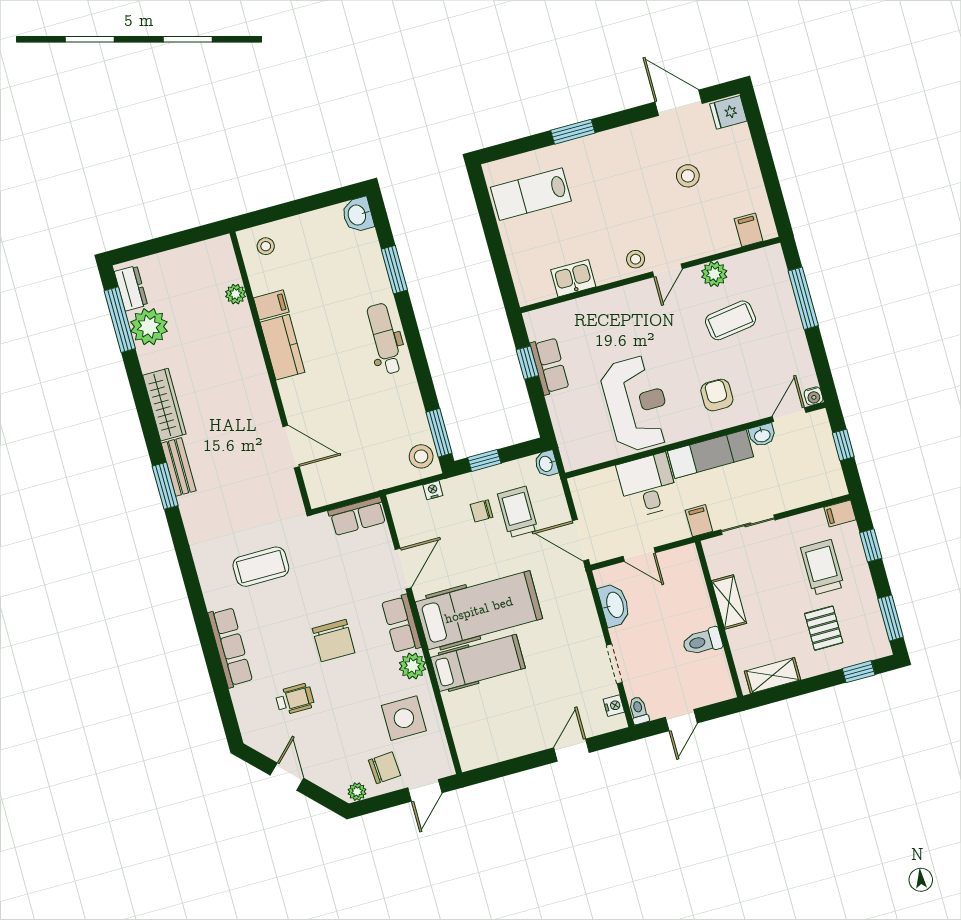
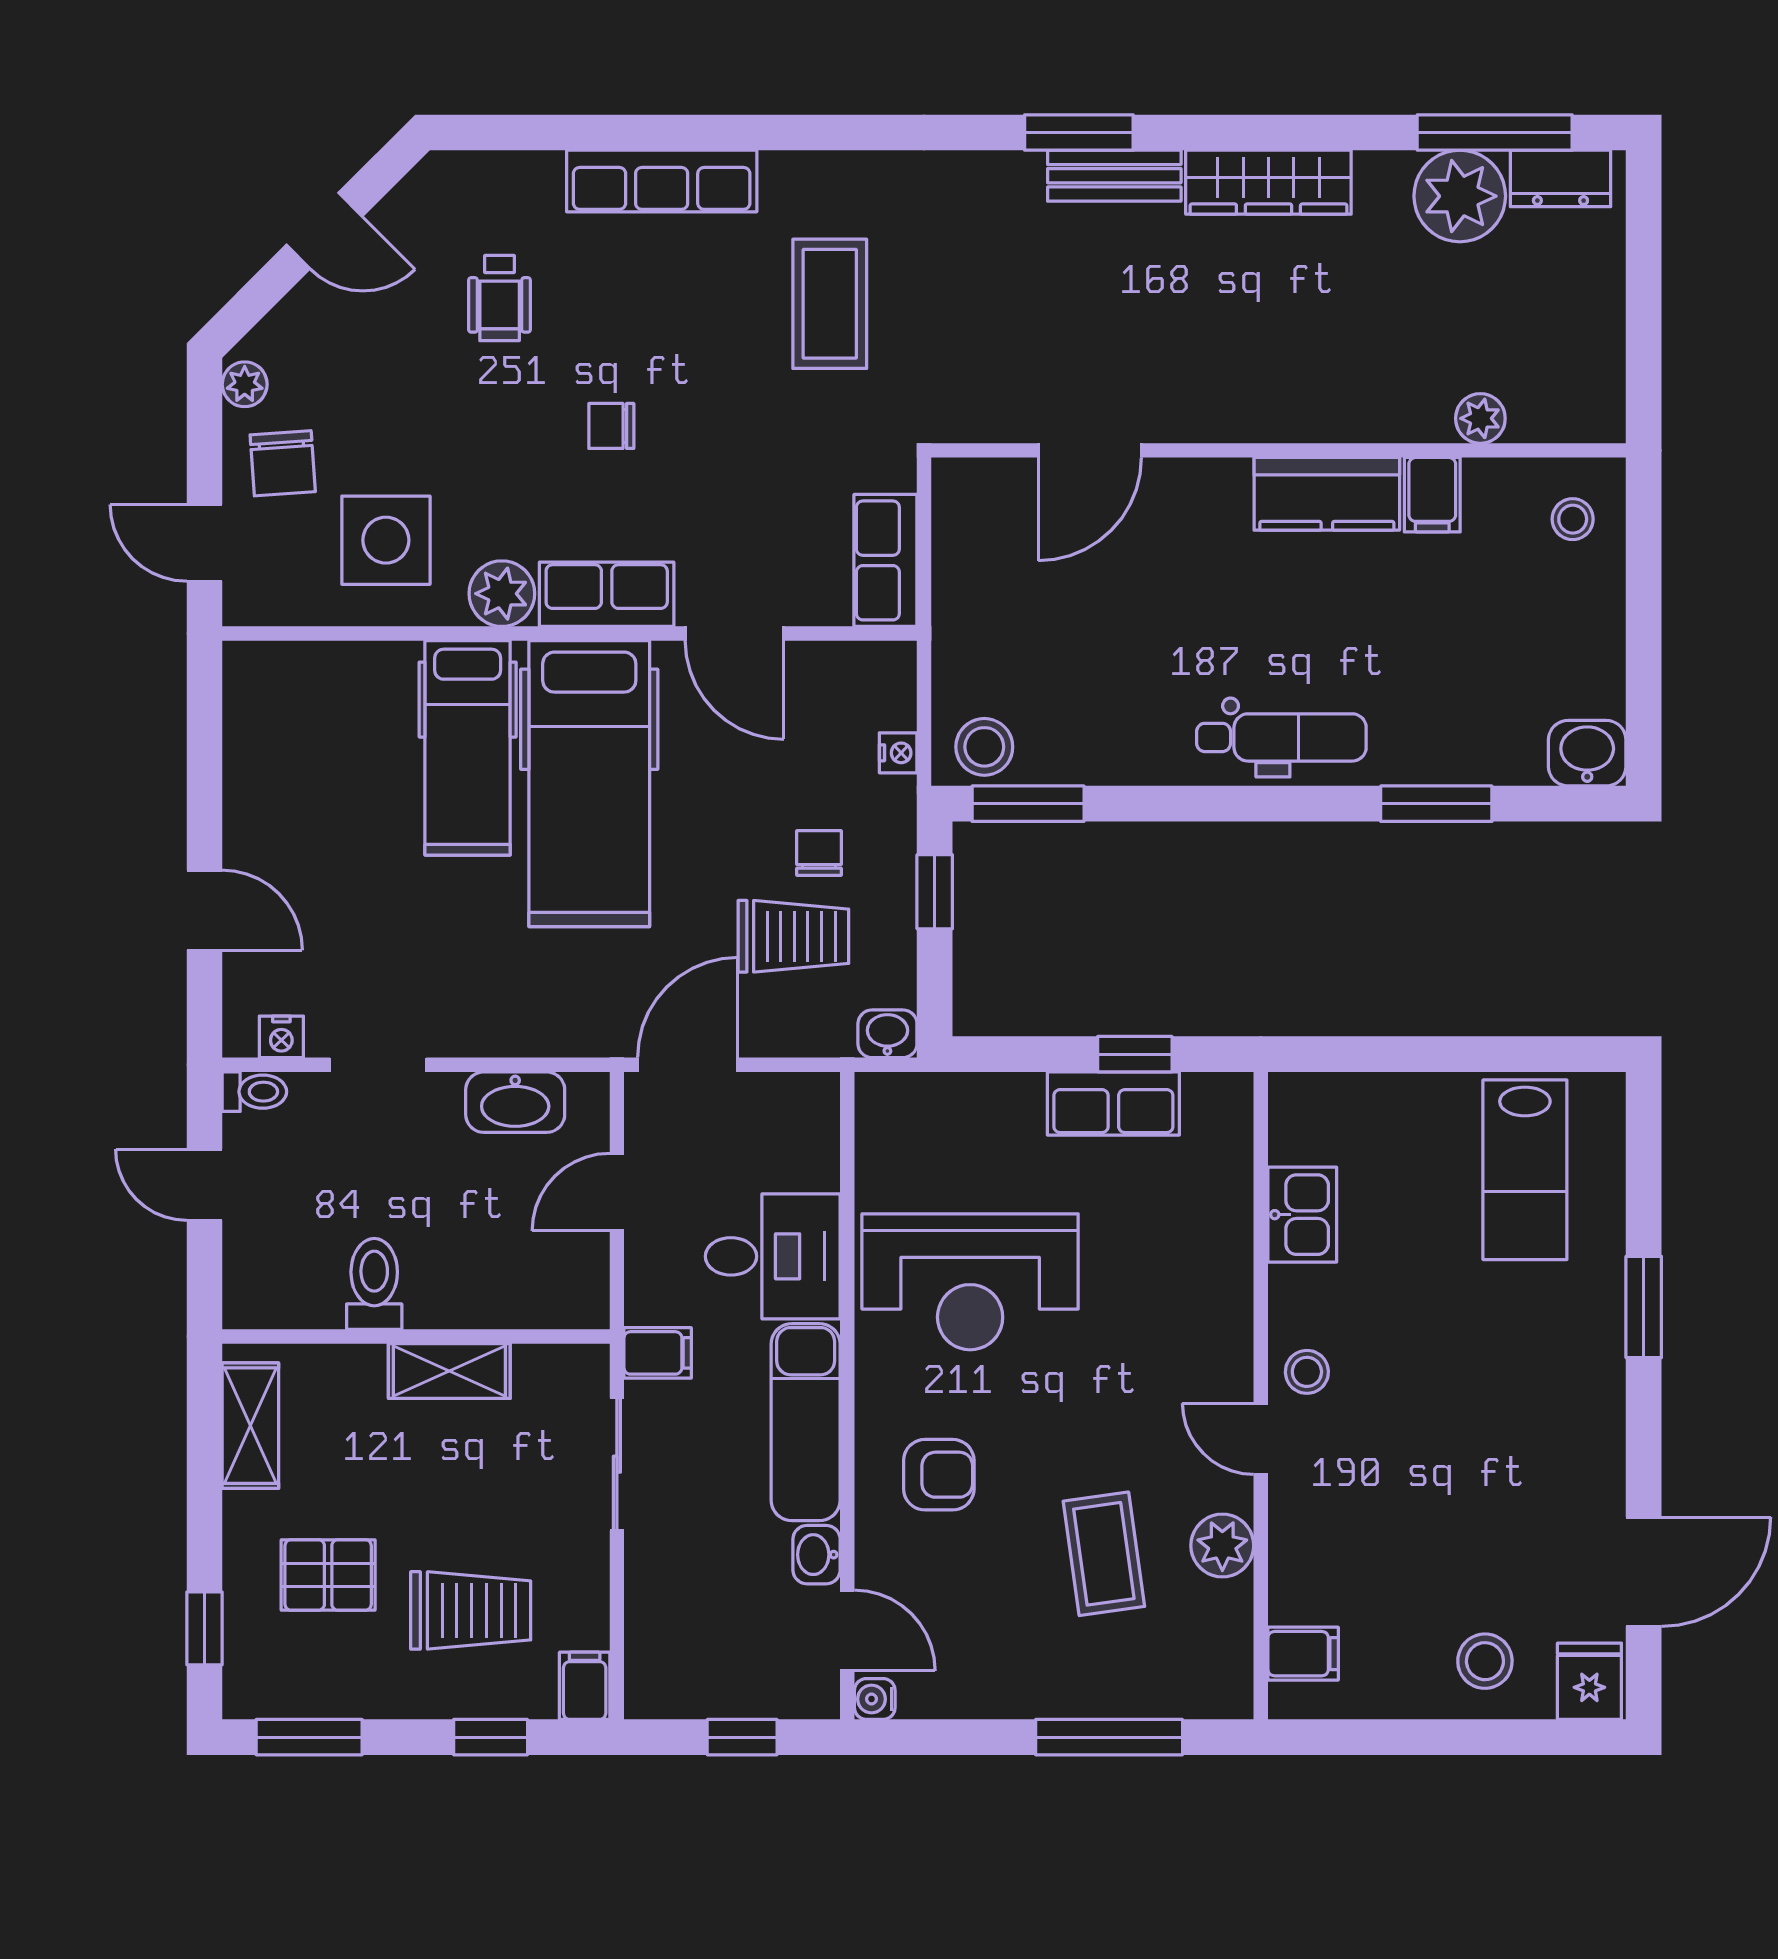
stool: (688, 176) -> (1485, 1661), moved
lab bench: (531, 194) -> (1525, 1170), turned 180
chair: (334, 641) -> (611, 426), width x0.54, depth x0.54

